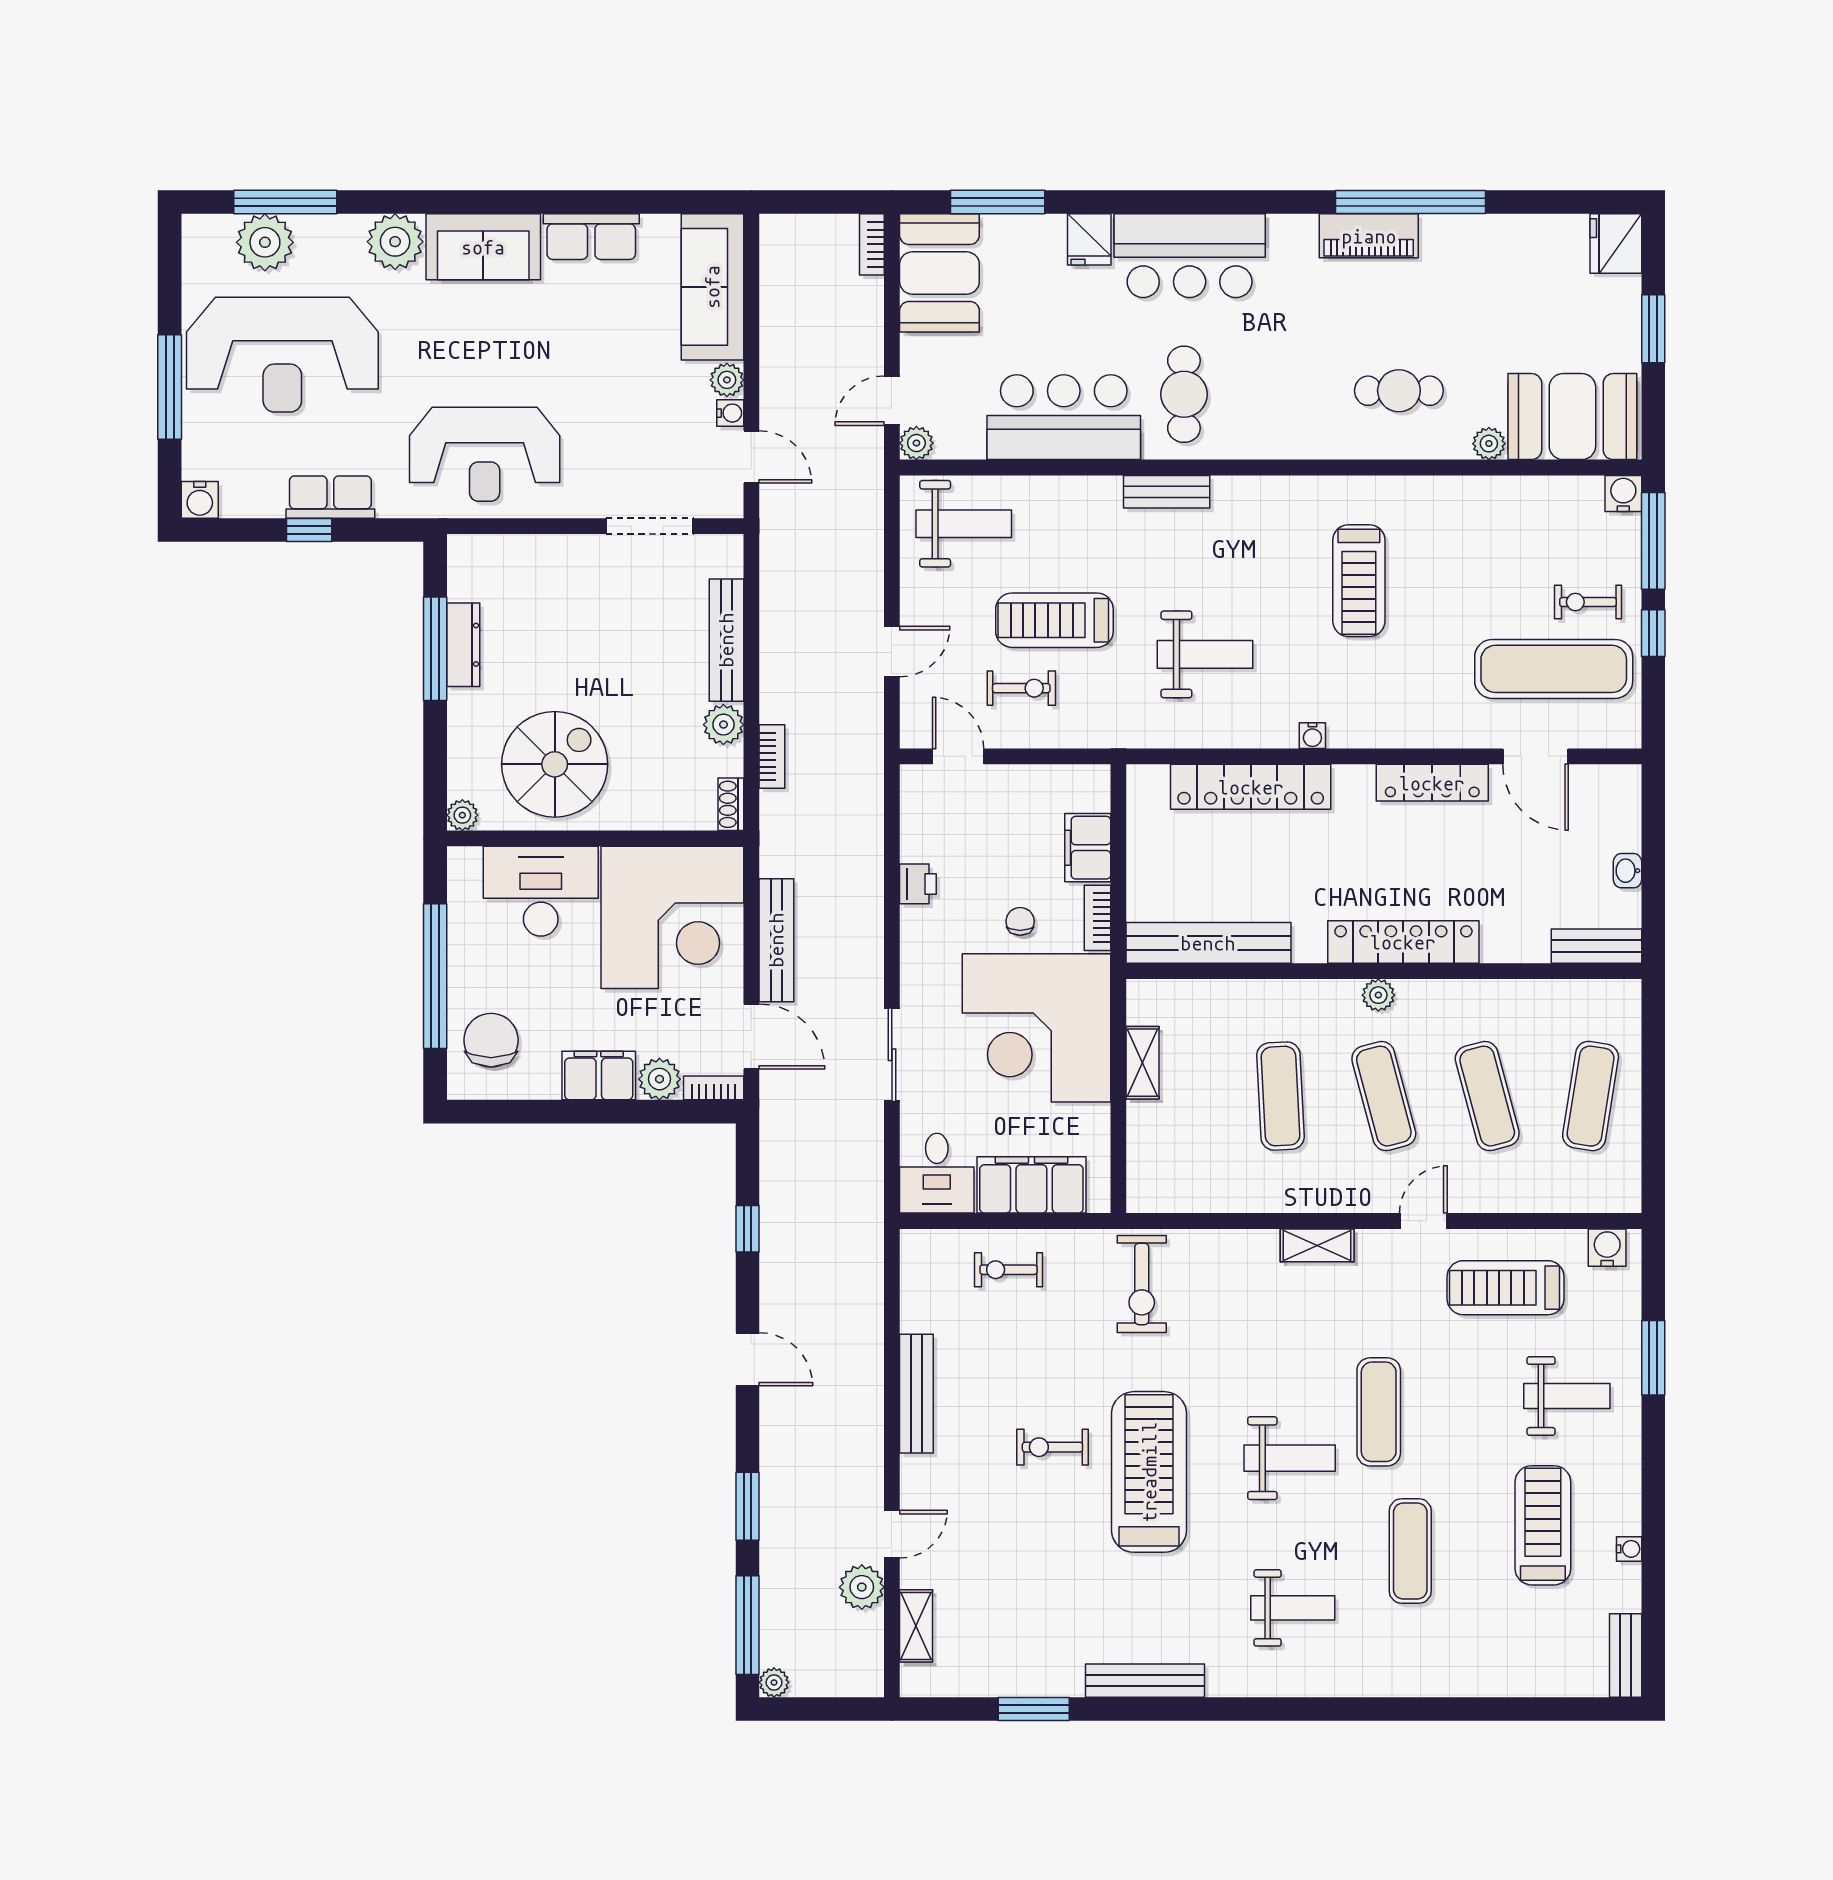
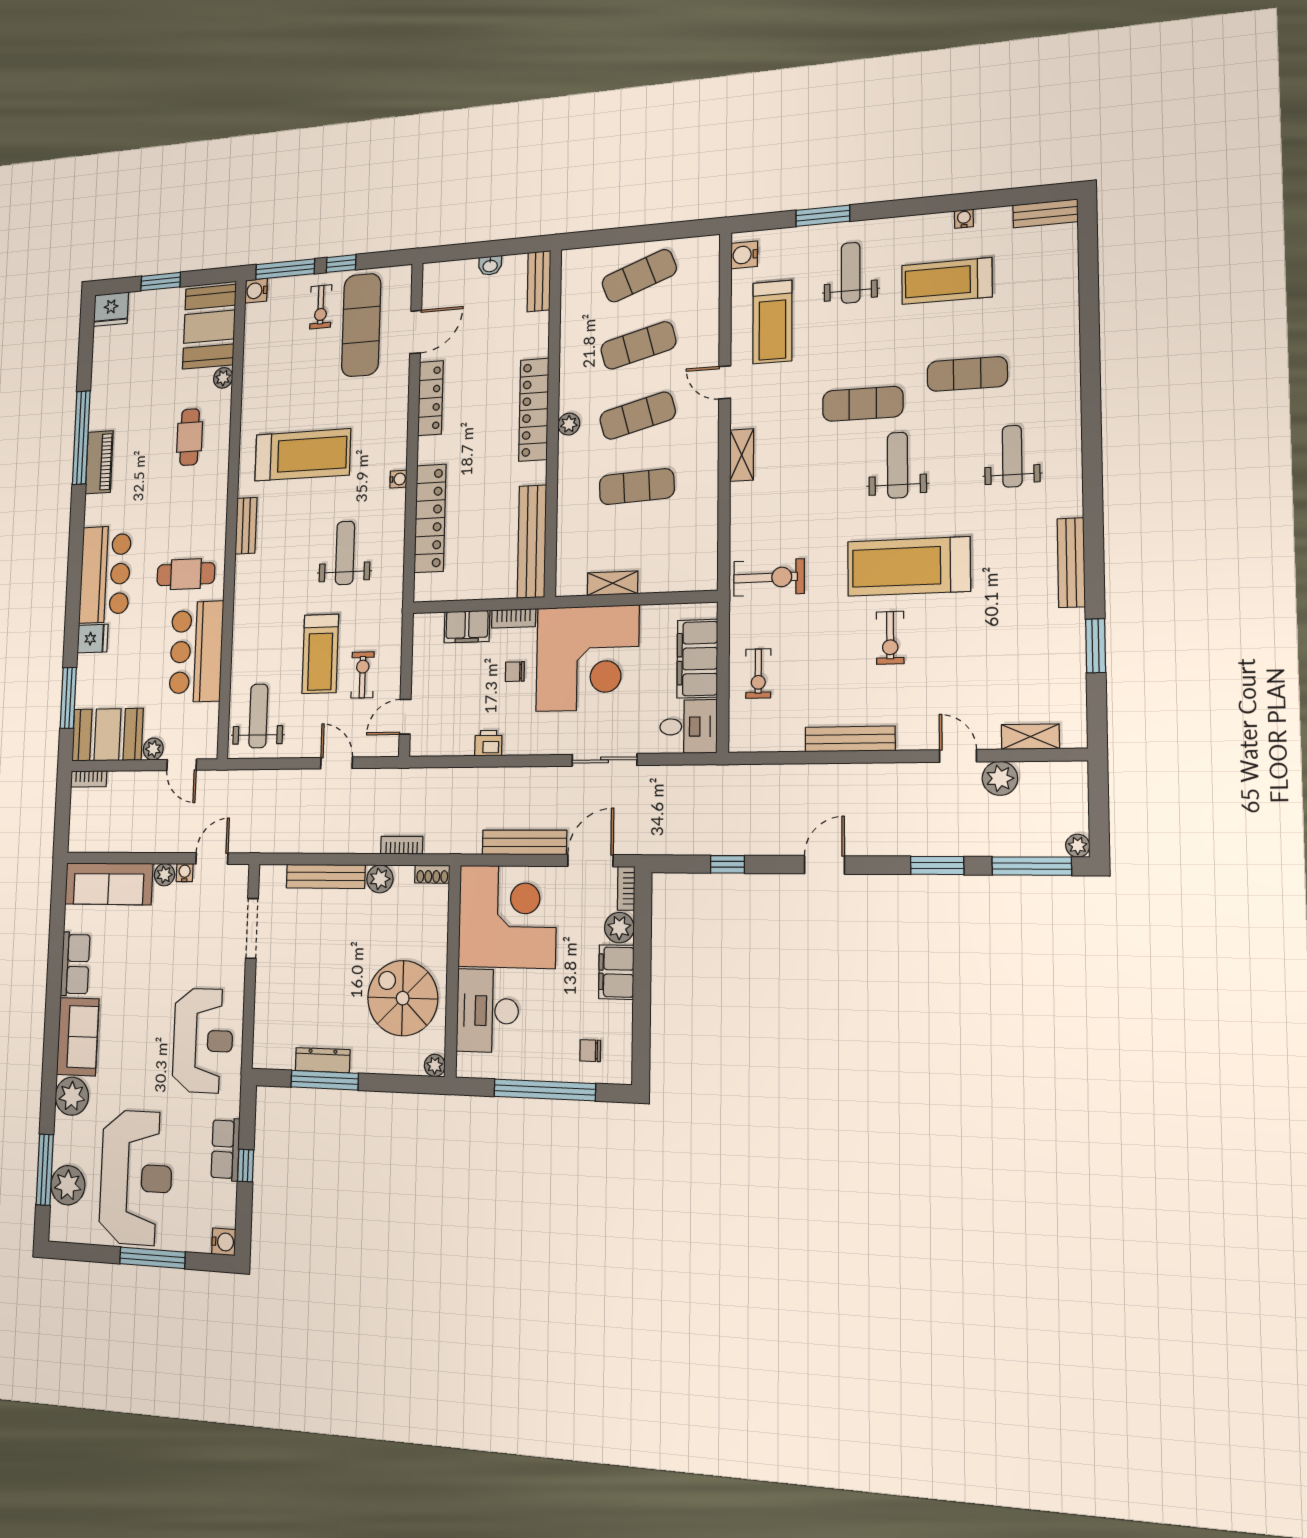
plant: (916, 443) -> (153, 749), moved
bench: (1167, 492) -> (246, 526), moved
treadmill: (1359, 581) -> (303, 455), width x1.37, depth x1.38
chair: (491, 1040) -> (590, 1051), width x0.54, depth x0.54
exercise mat: (1591, 1096) -> (639, 276), turned -30

